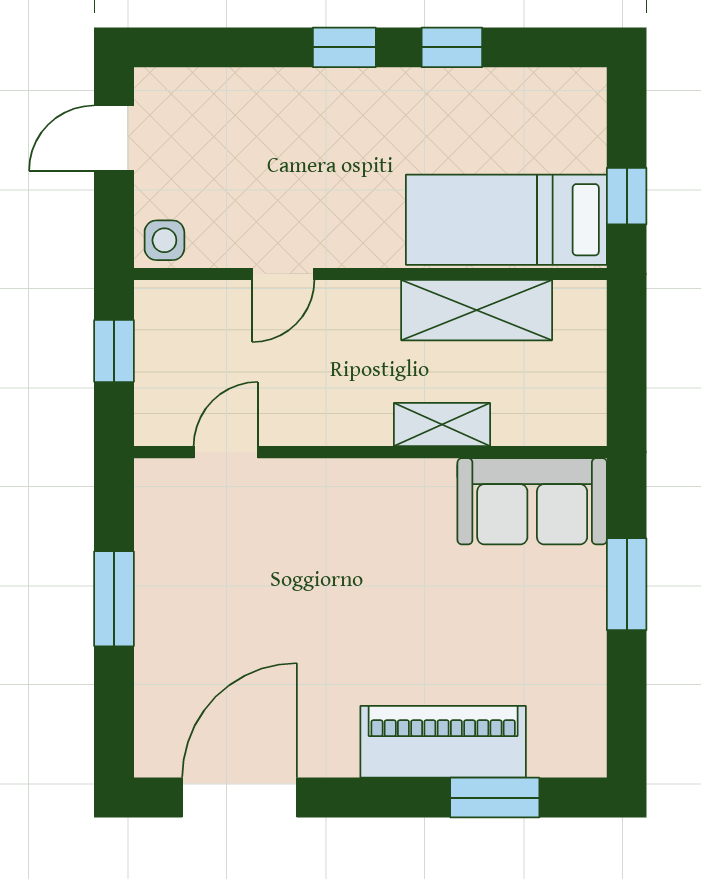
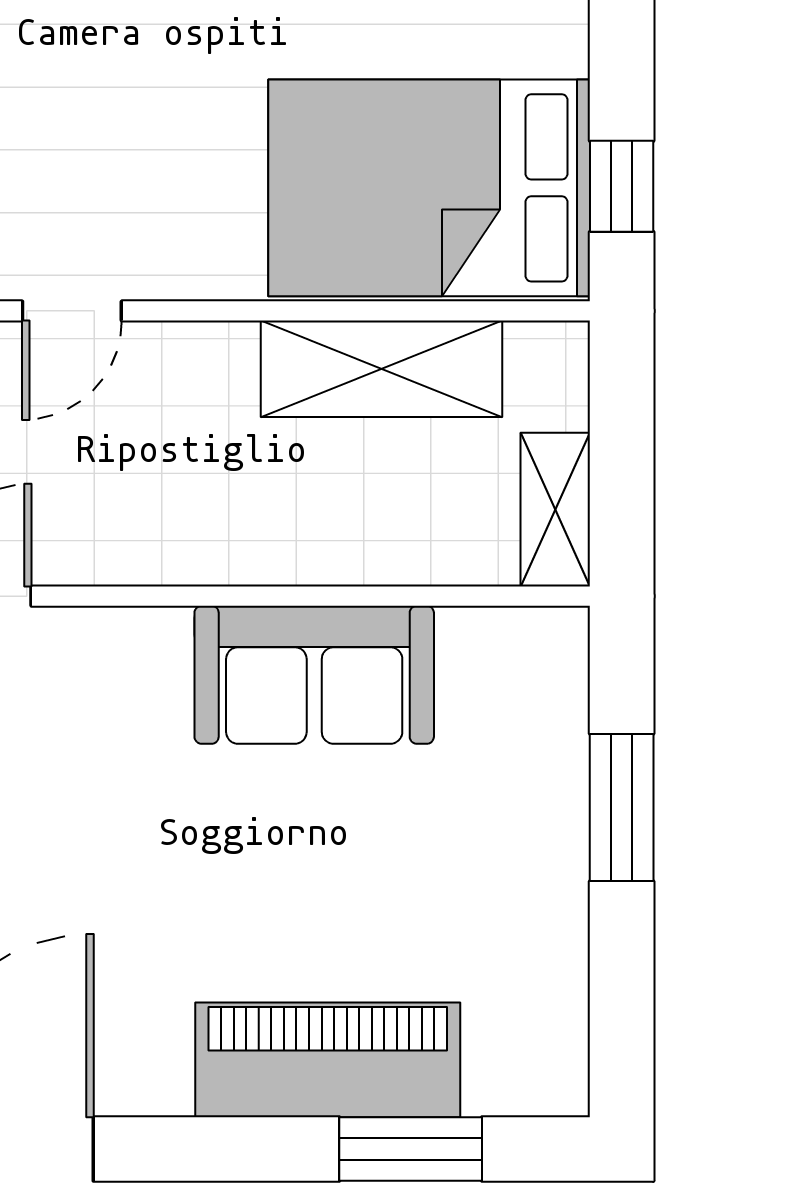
bed: (506, 220) -> (429, 188), width x1.50
shelving: (442, 425) -> (555, 510), moved, turned 90
sofa: (532, 501) -> (314, 675), moved

